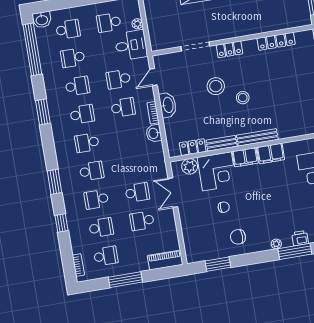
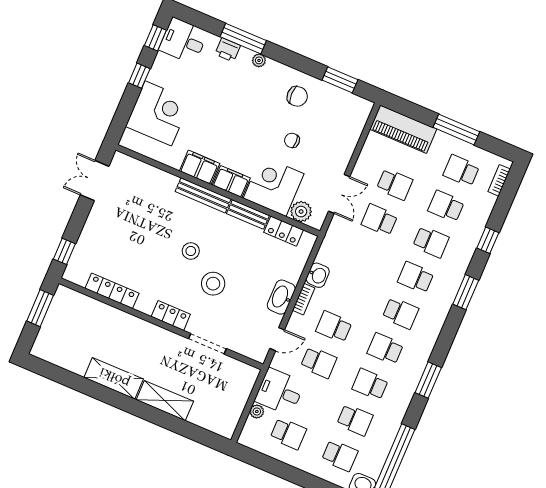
school desk: (68, 29) -> (340, 456), turned 180
piano: (165, 260) -> (403, 129), width x1.37, depth x1.33

